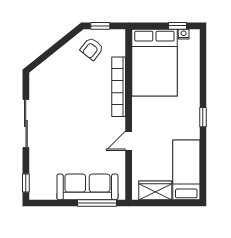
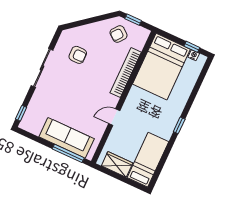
armchair: (58, 92) -> (78, 55), added

